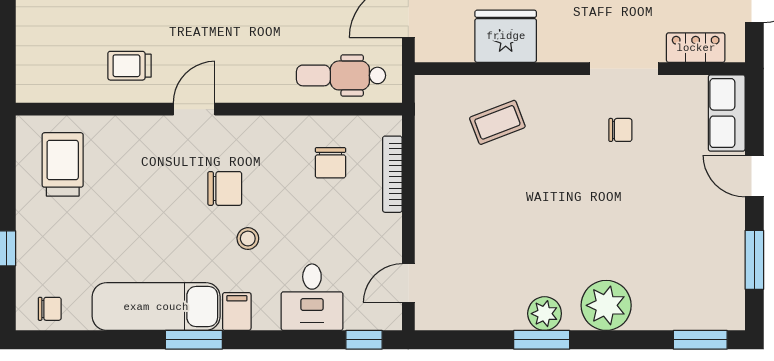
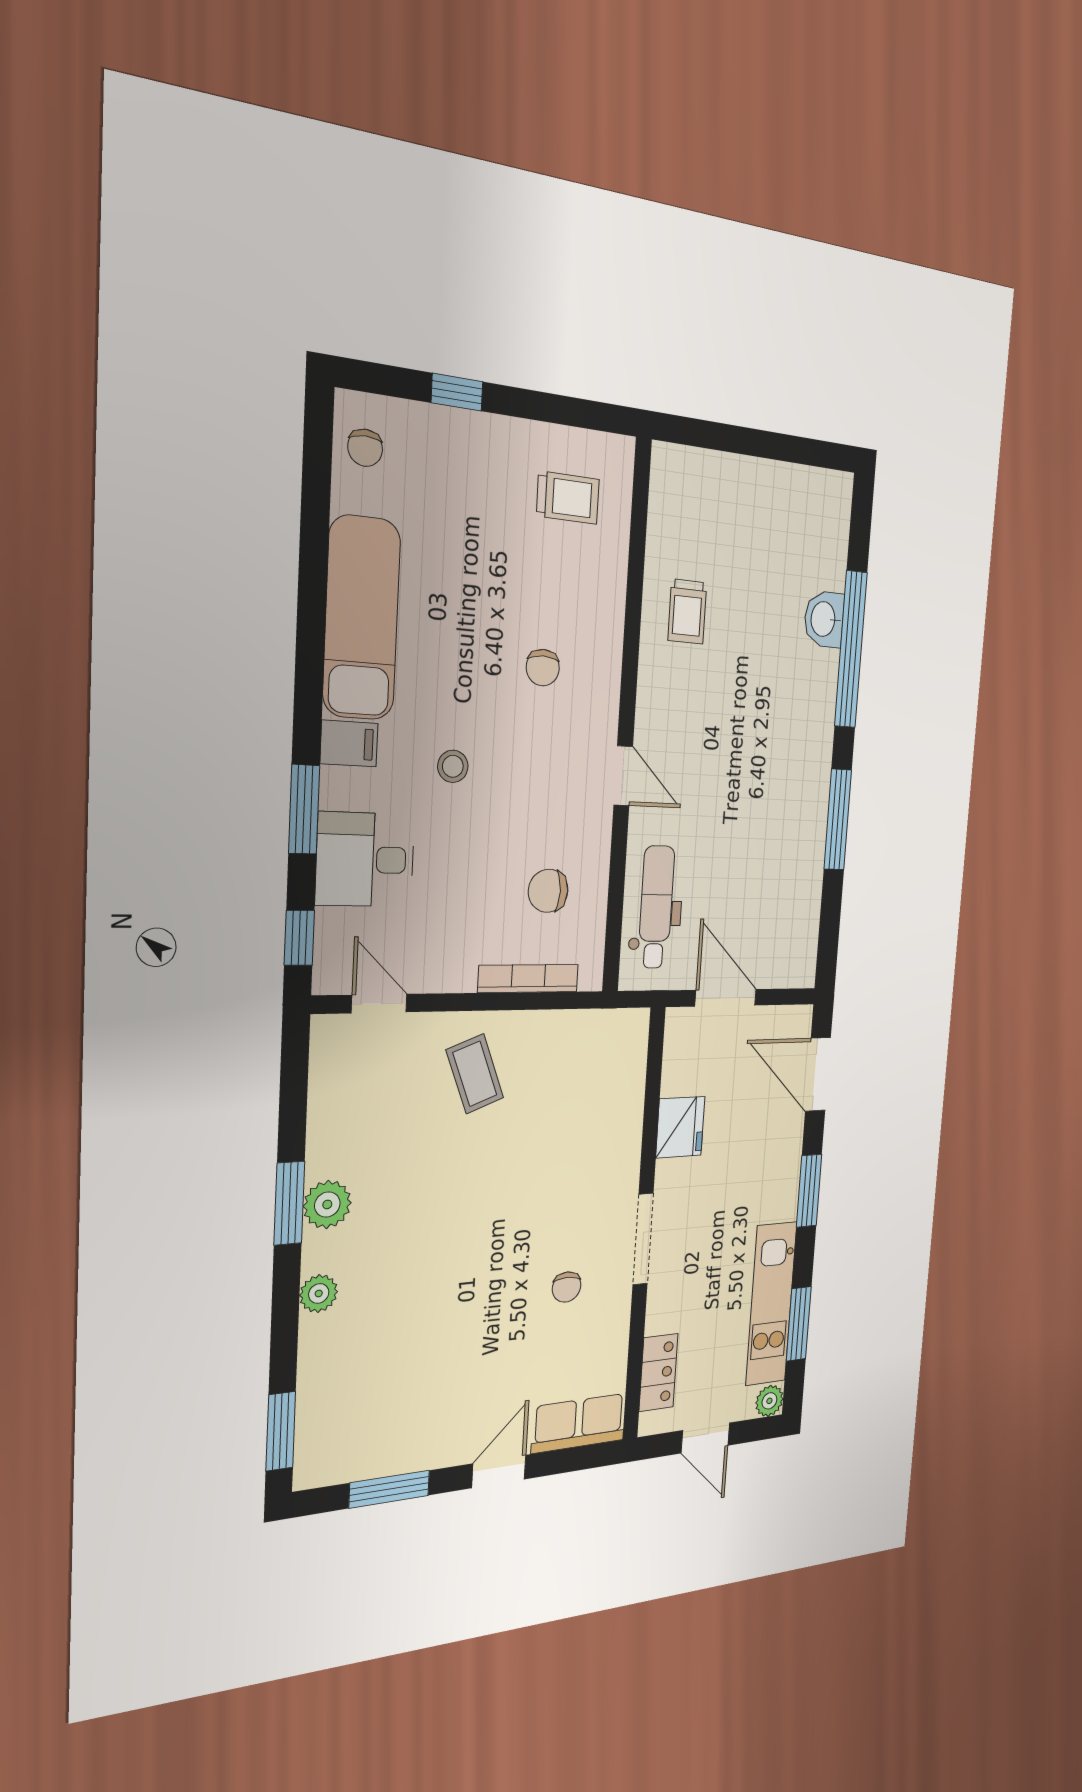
fridge: (506, 36) -> (680, 1127), width x0.73, depth x0.75
trolley: (129, 66) -> (687, 612), turned 180
doorway: (624, 69) -> (643, 1239), moved
door: (194, 109) -> (623, 776), moved
coffee table: (497, 122) -> (475, 1074), moved
trolley: (63, 164) -> (568, 498), width x0.73, depth x0.72
chair: (225, 188) -> (543, 668), moved, width x0.73, depth x0.73
plant: (606, 305) -> (319, 1293), width x0.53, depth x0.53
window: (194, 340) -> (304, 809), moved

